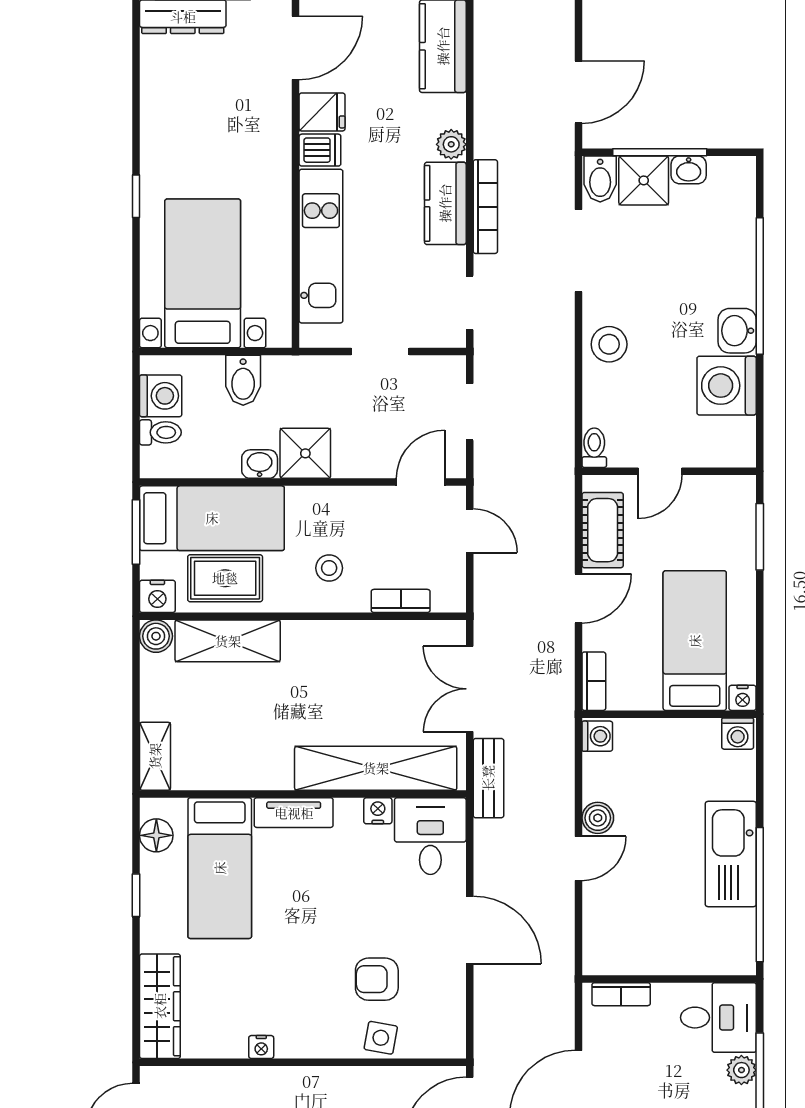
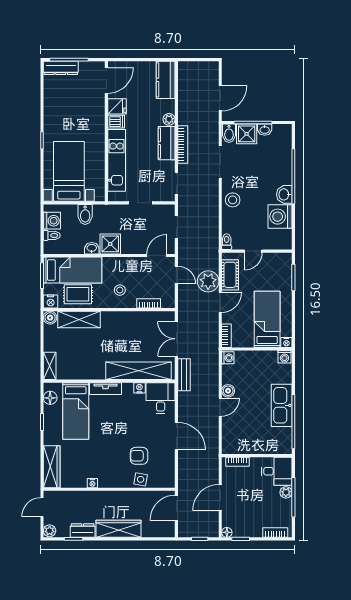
plant: (548, 546) -> (208, 281), added

